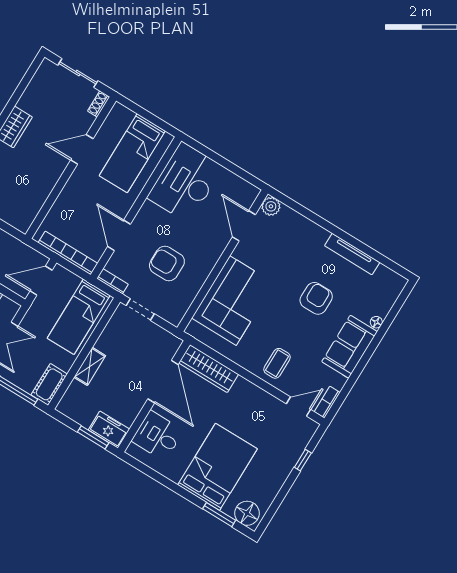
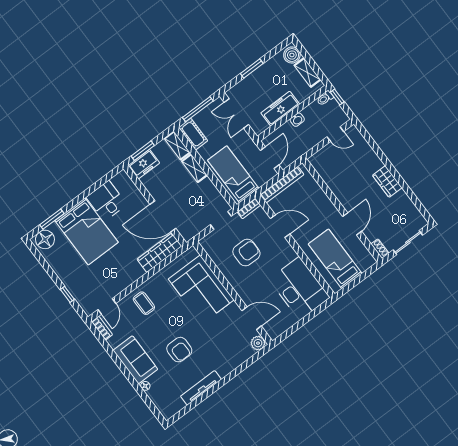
shelving: (70, 398) -> (177, 146), added
desk: (158, 436) -> (106, 201), moved, turned -90

